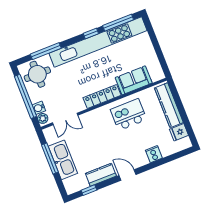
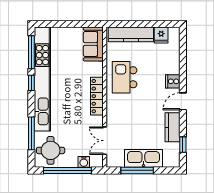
sofa: (134, 80) -> (93, 44), moved
plant: (43, 118) -> (95, 162), removed
double door: (65, 119) -> (105, 141), swing flipped
cooker: (154, 154) -> (173, 81), moved

